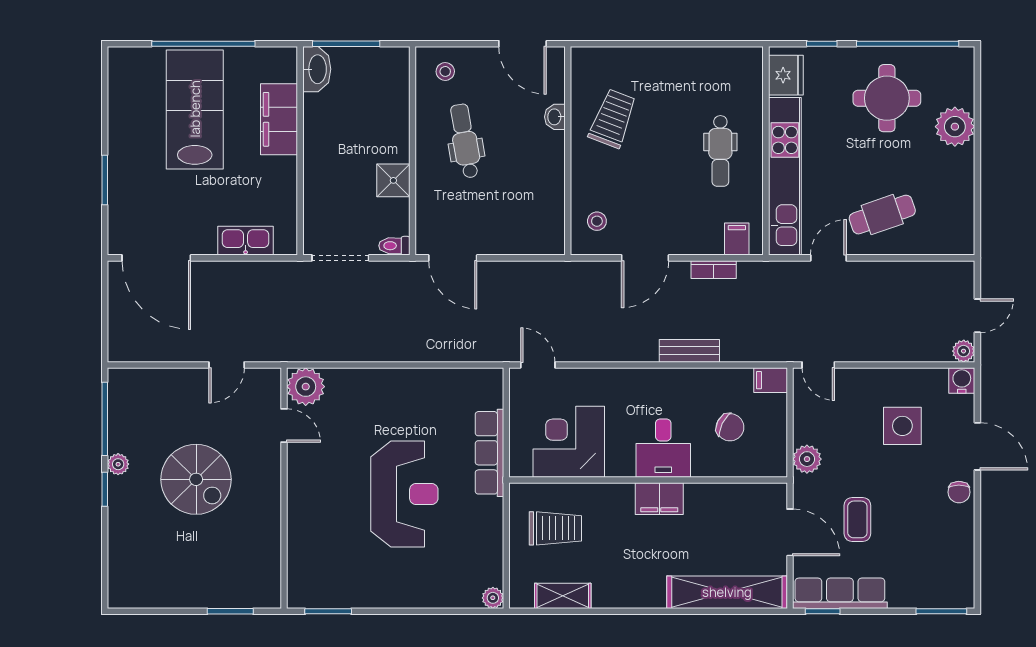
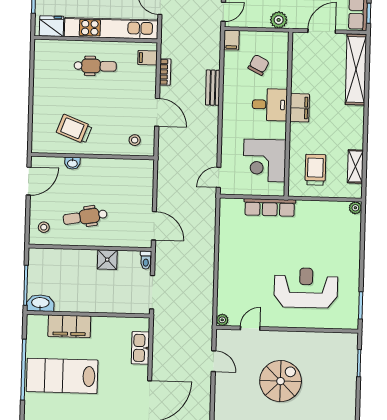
door: (453, 258) -> (154, 226), hinge flipped
plant: (306, 387) -> (222, 320), width x0.53, depth x0.53
reception desk: (404, 494) -> (306, 288), moved

